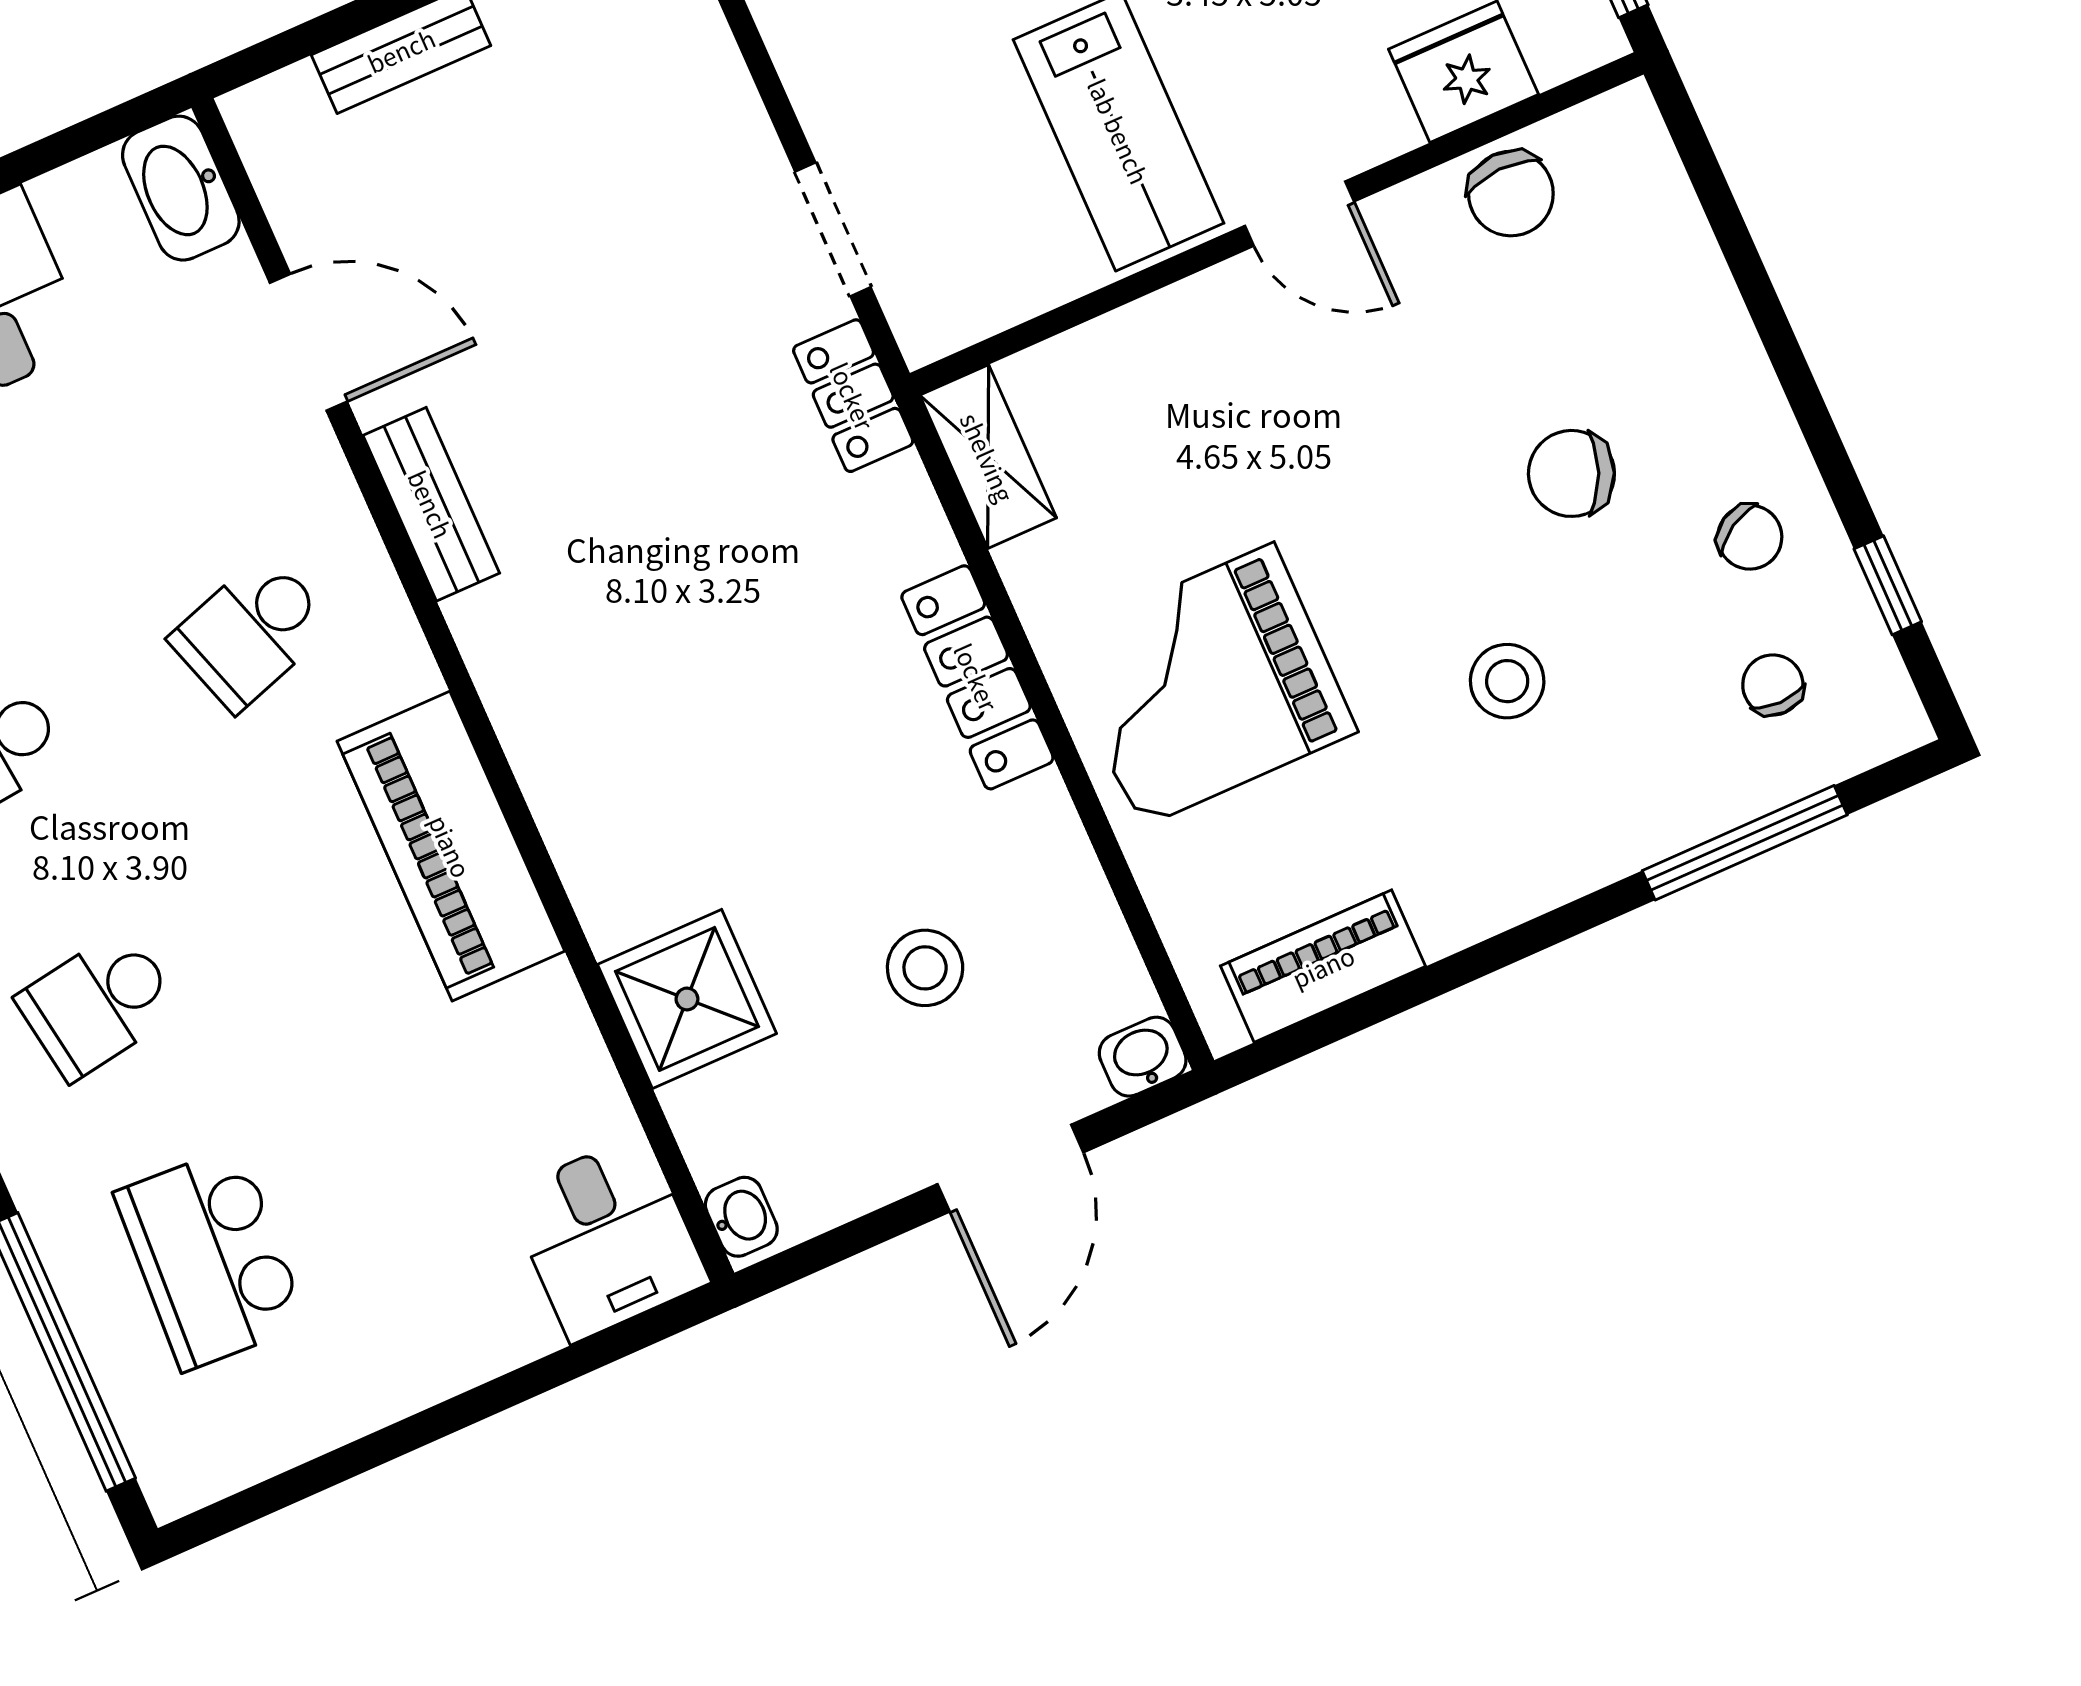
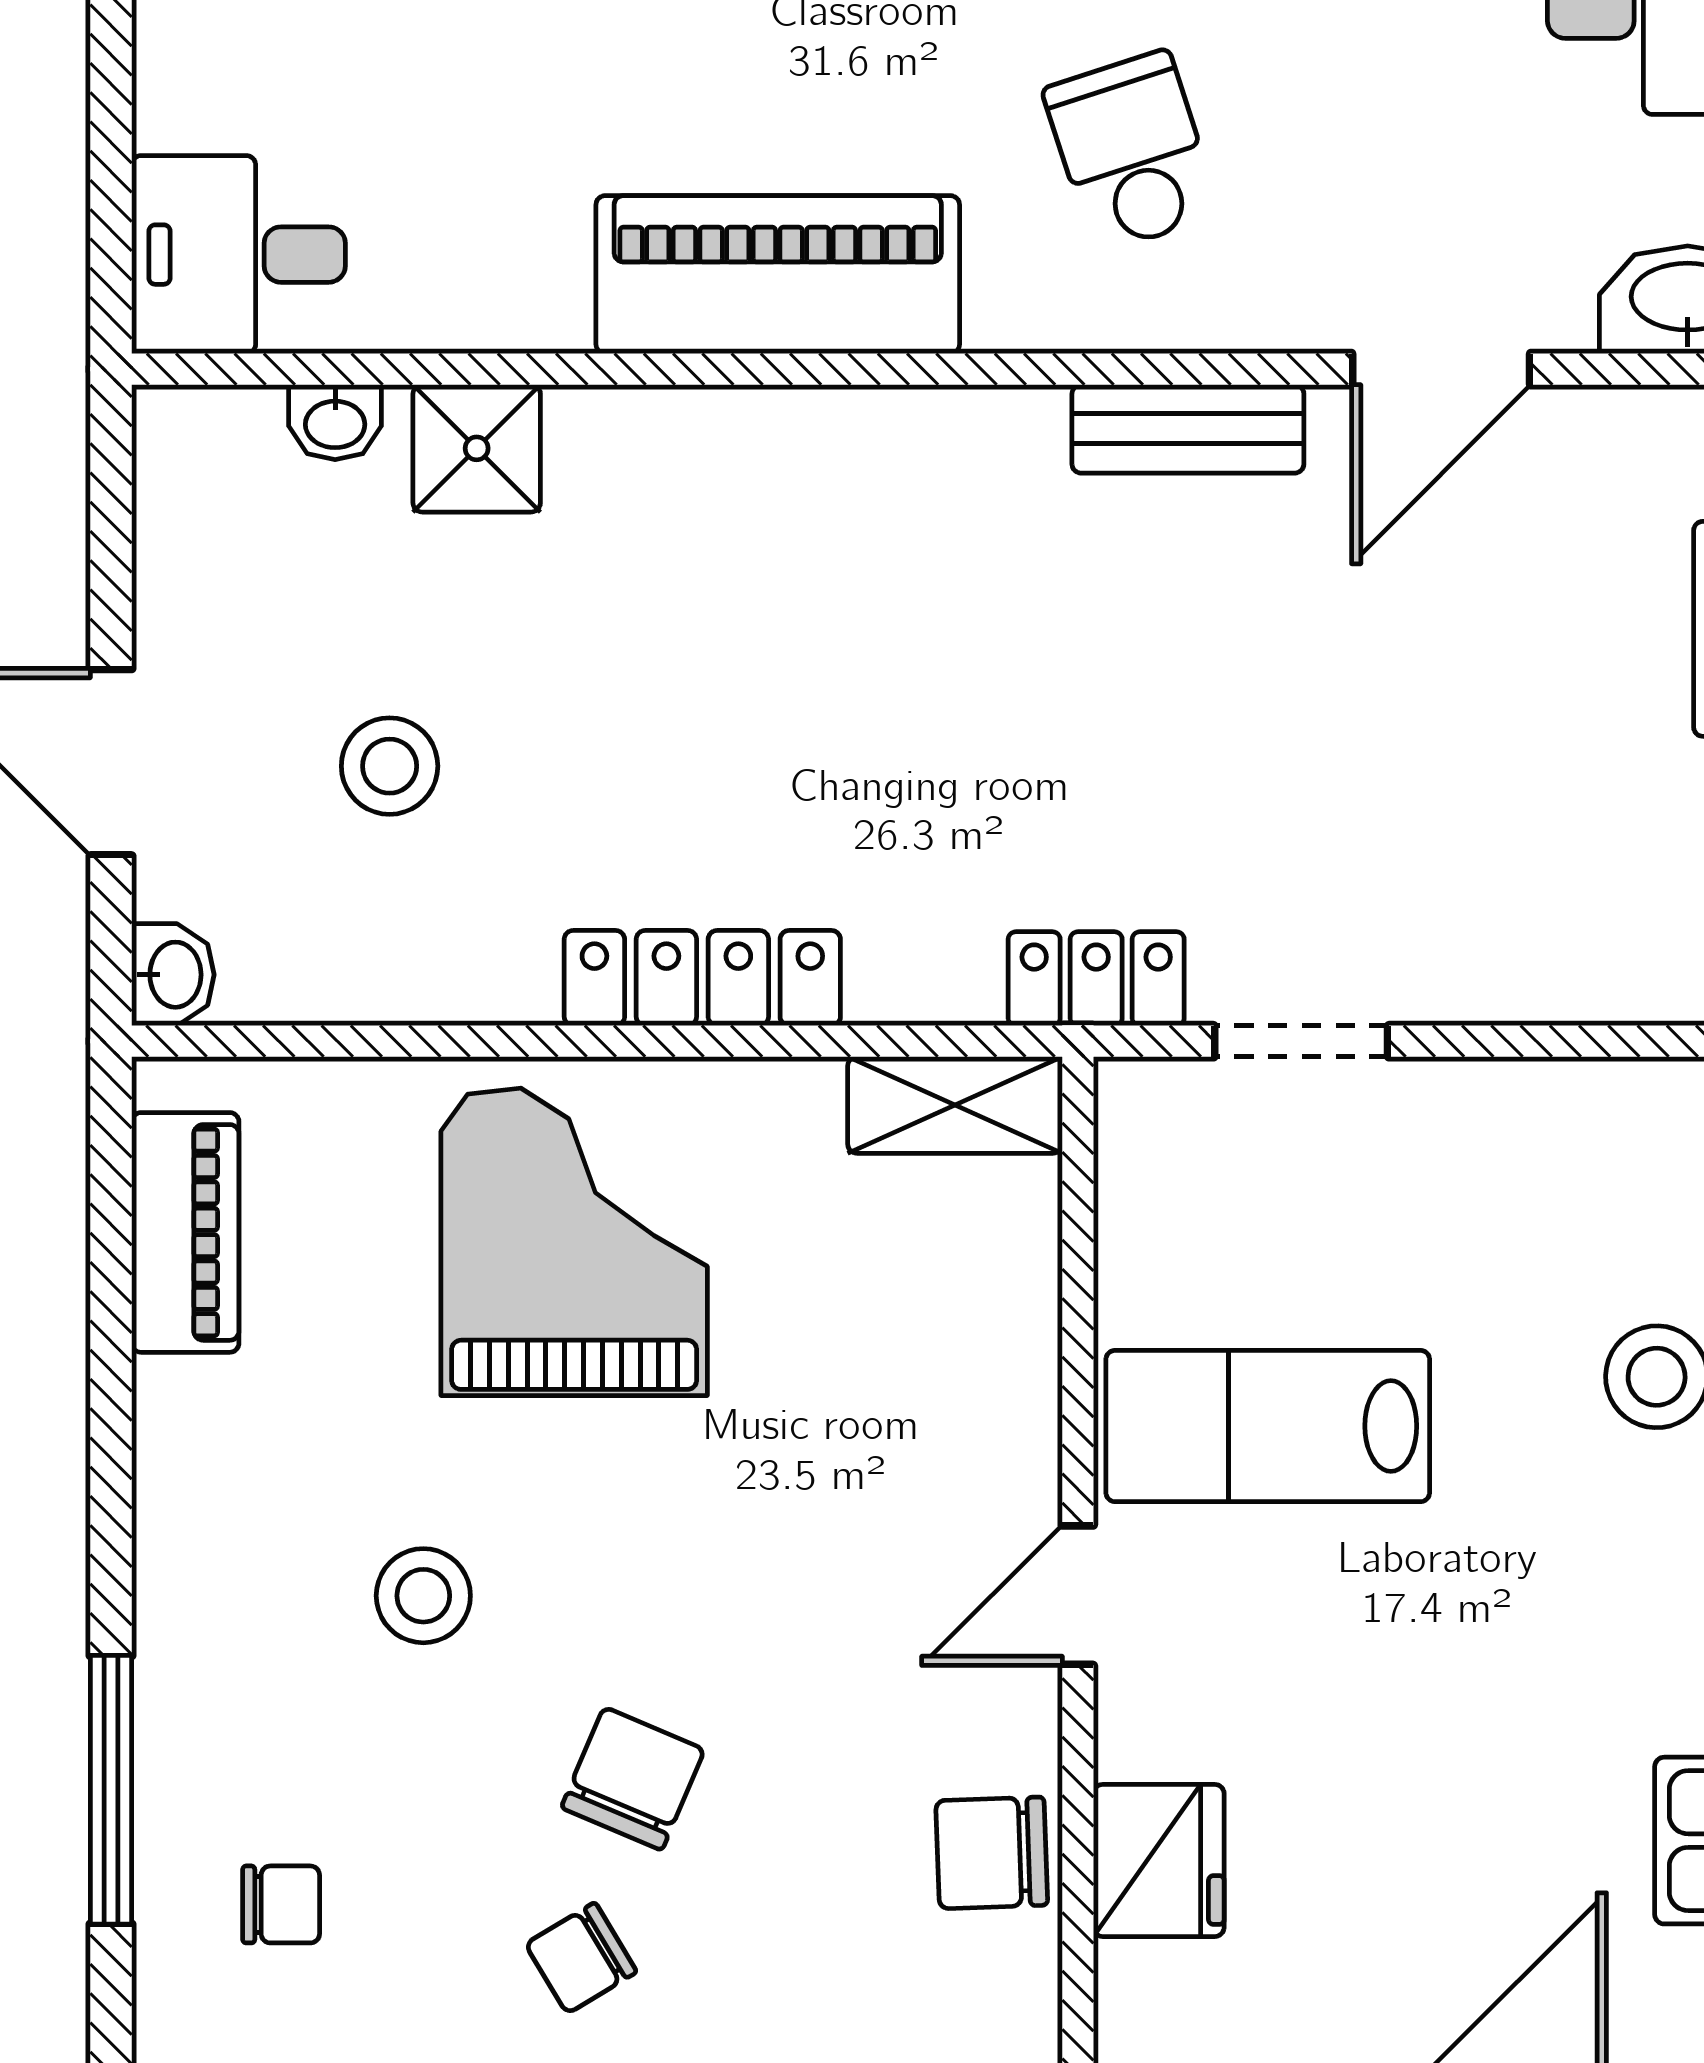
chair: (1750, 537) -> (581, 1958), moved
shower: (687, 999) -> (477, 448), width x0.73, depth x0.73
washbasin: (741, 1217) -> (335, 422), moved

